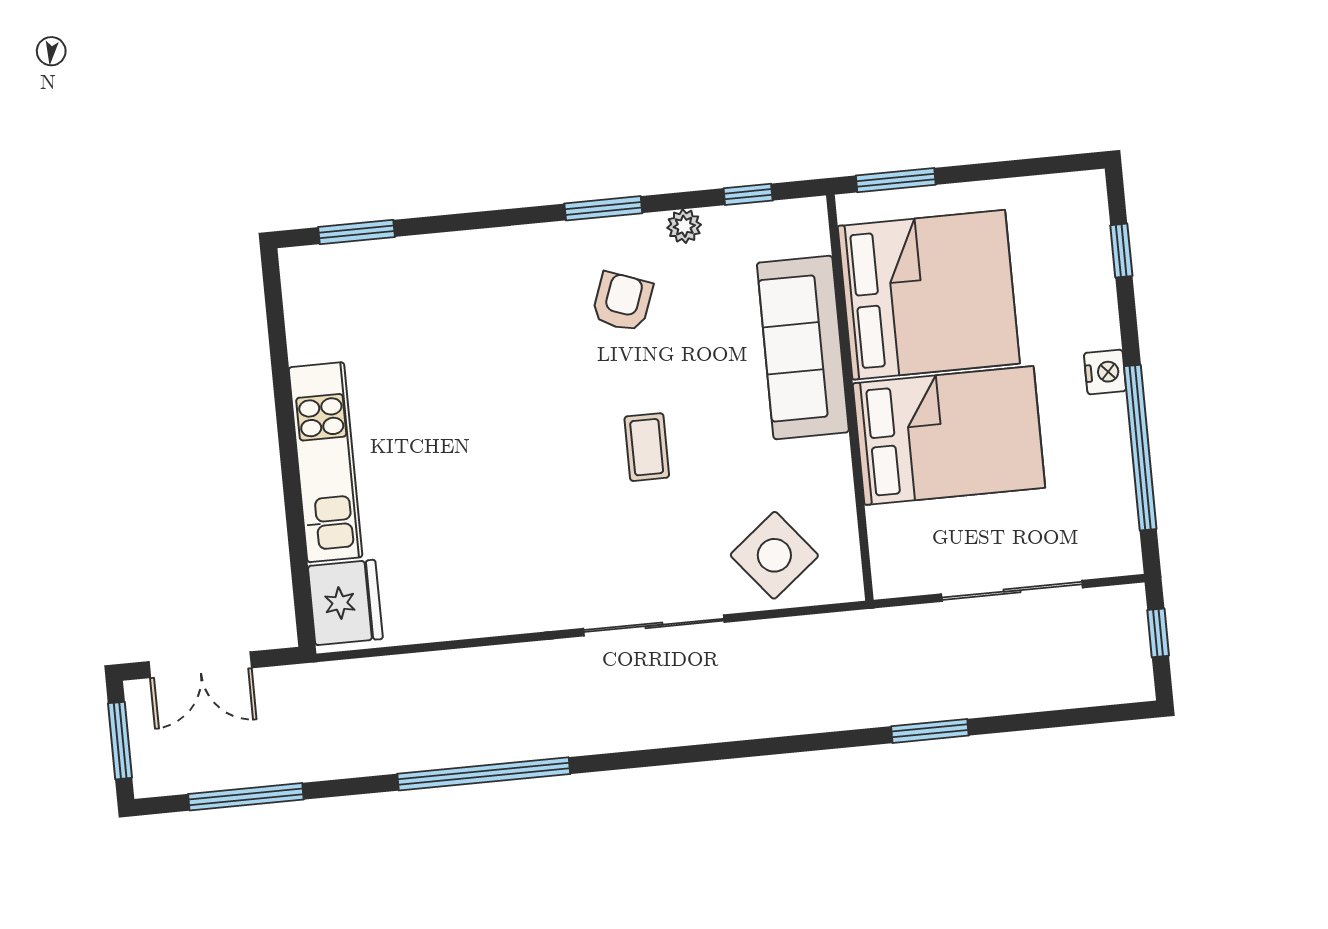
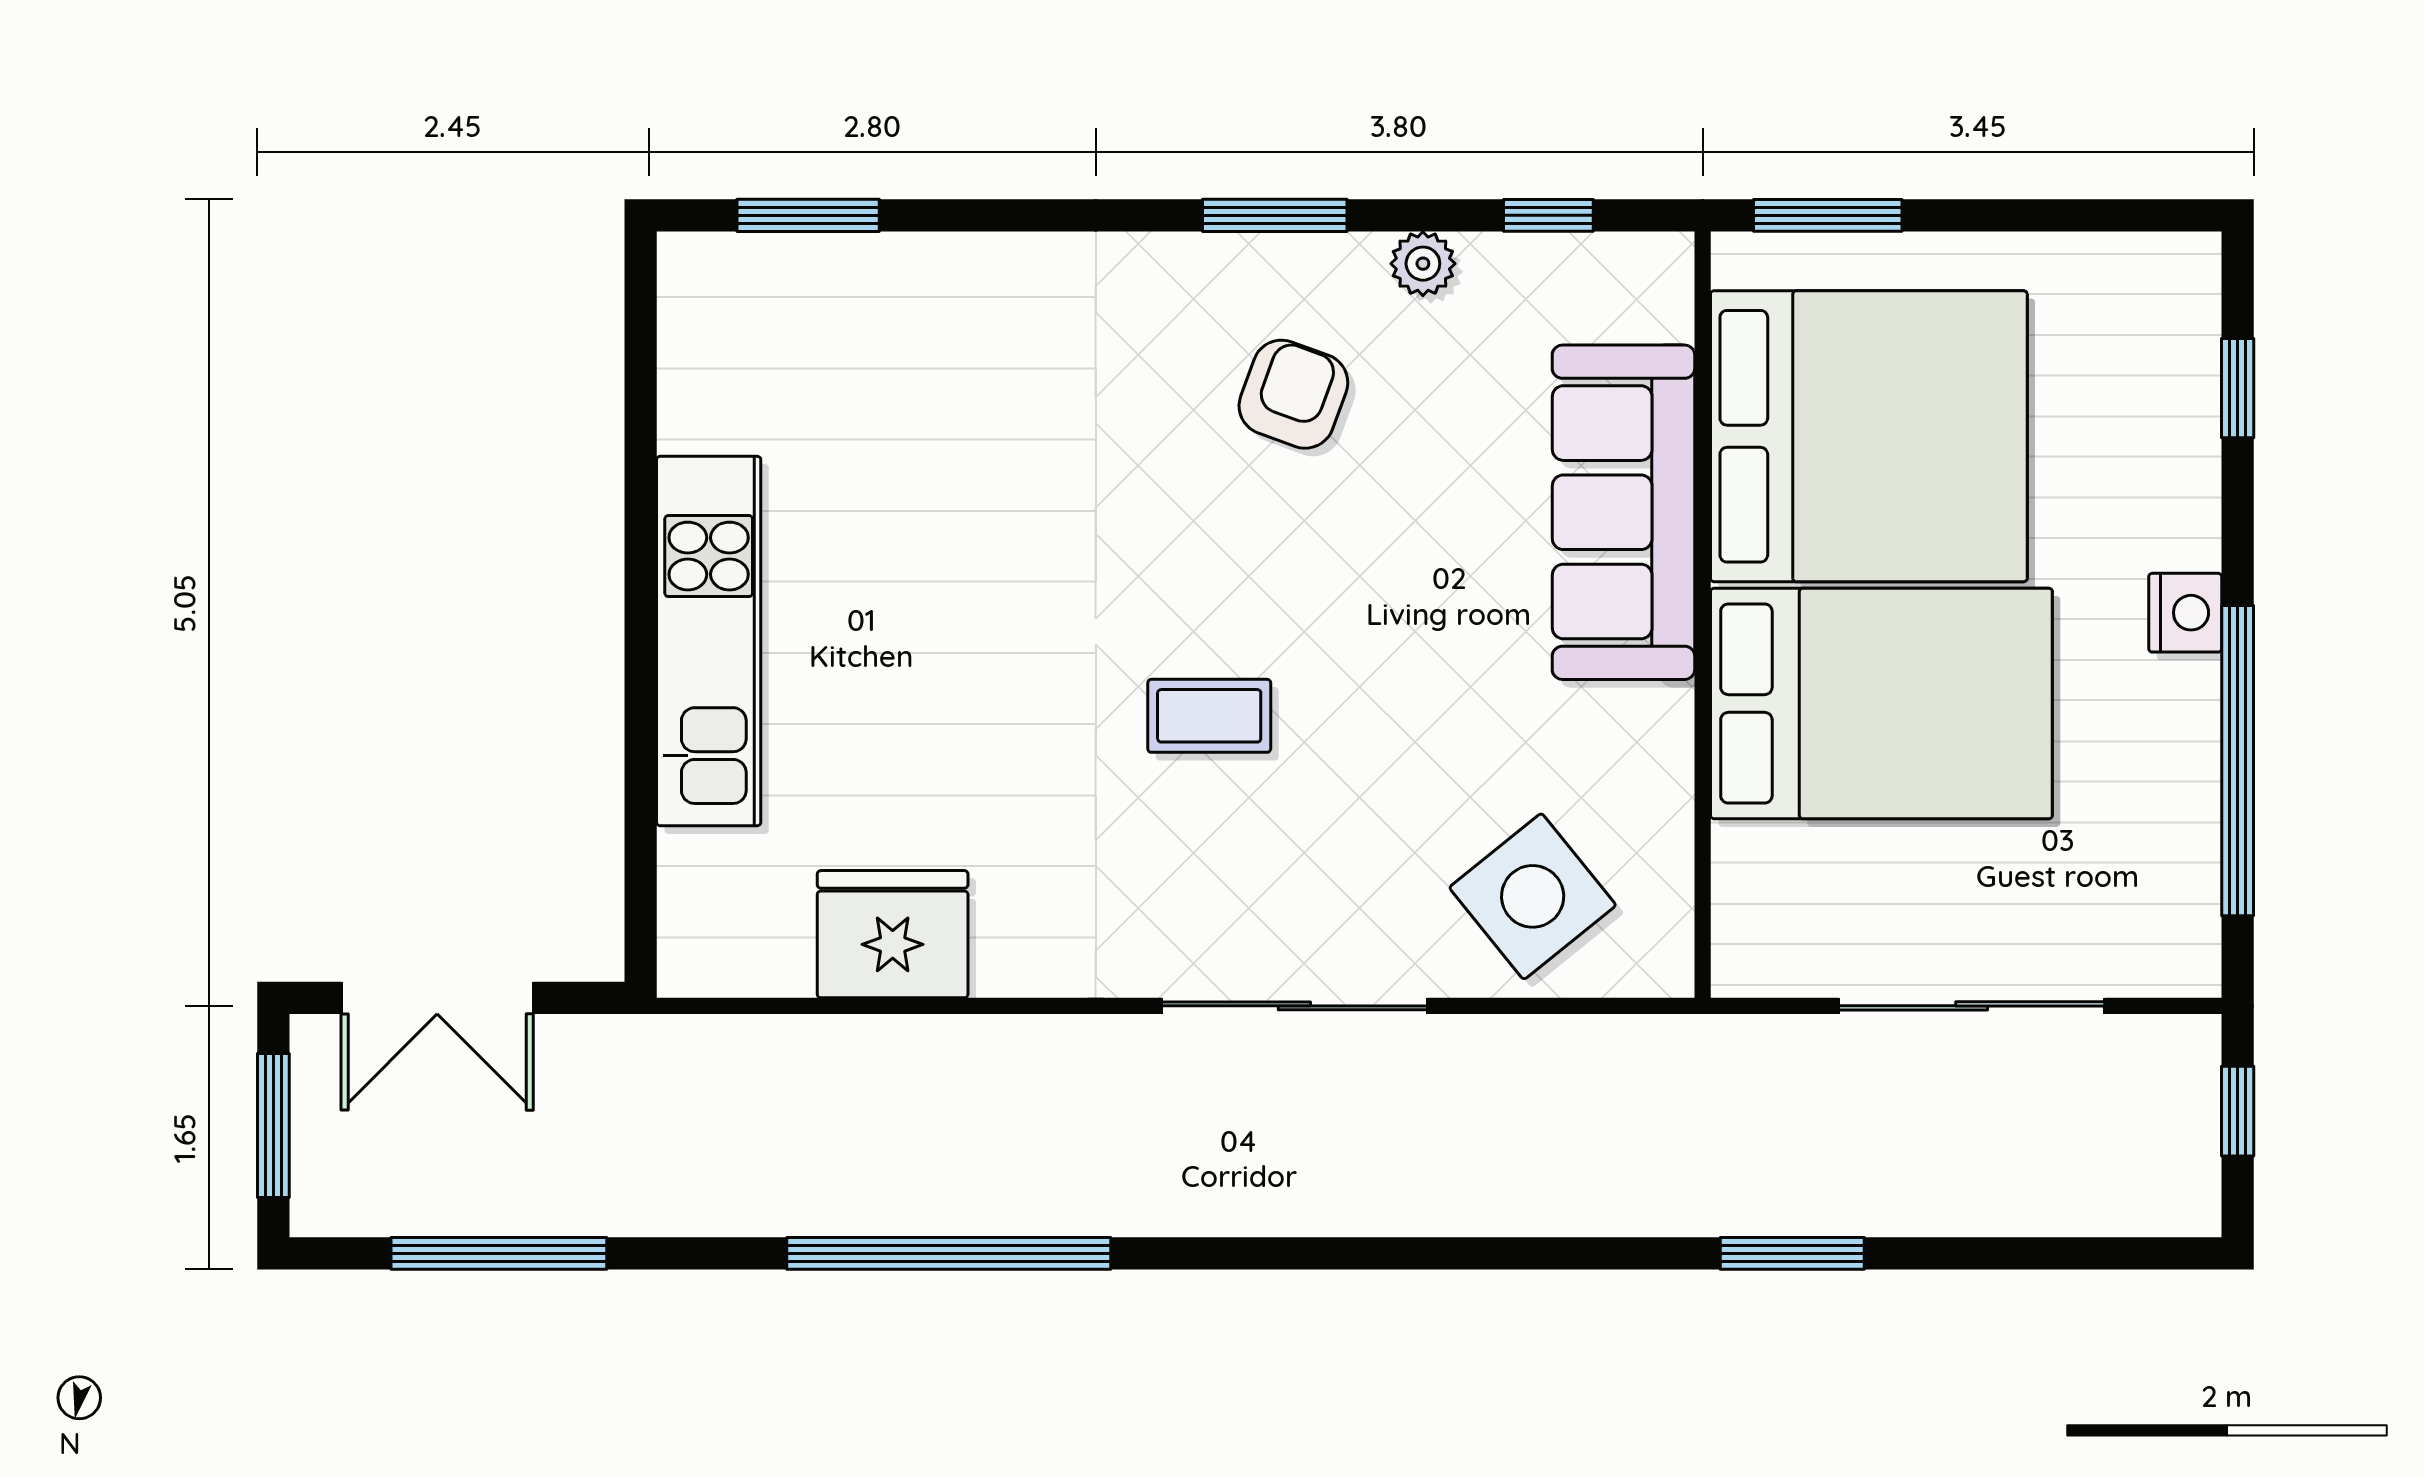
coffee table: (647, 447) -> (1209, 716), moved, turned 90
fridge: (345, 603) -> (893, 934), moved, turned -90

